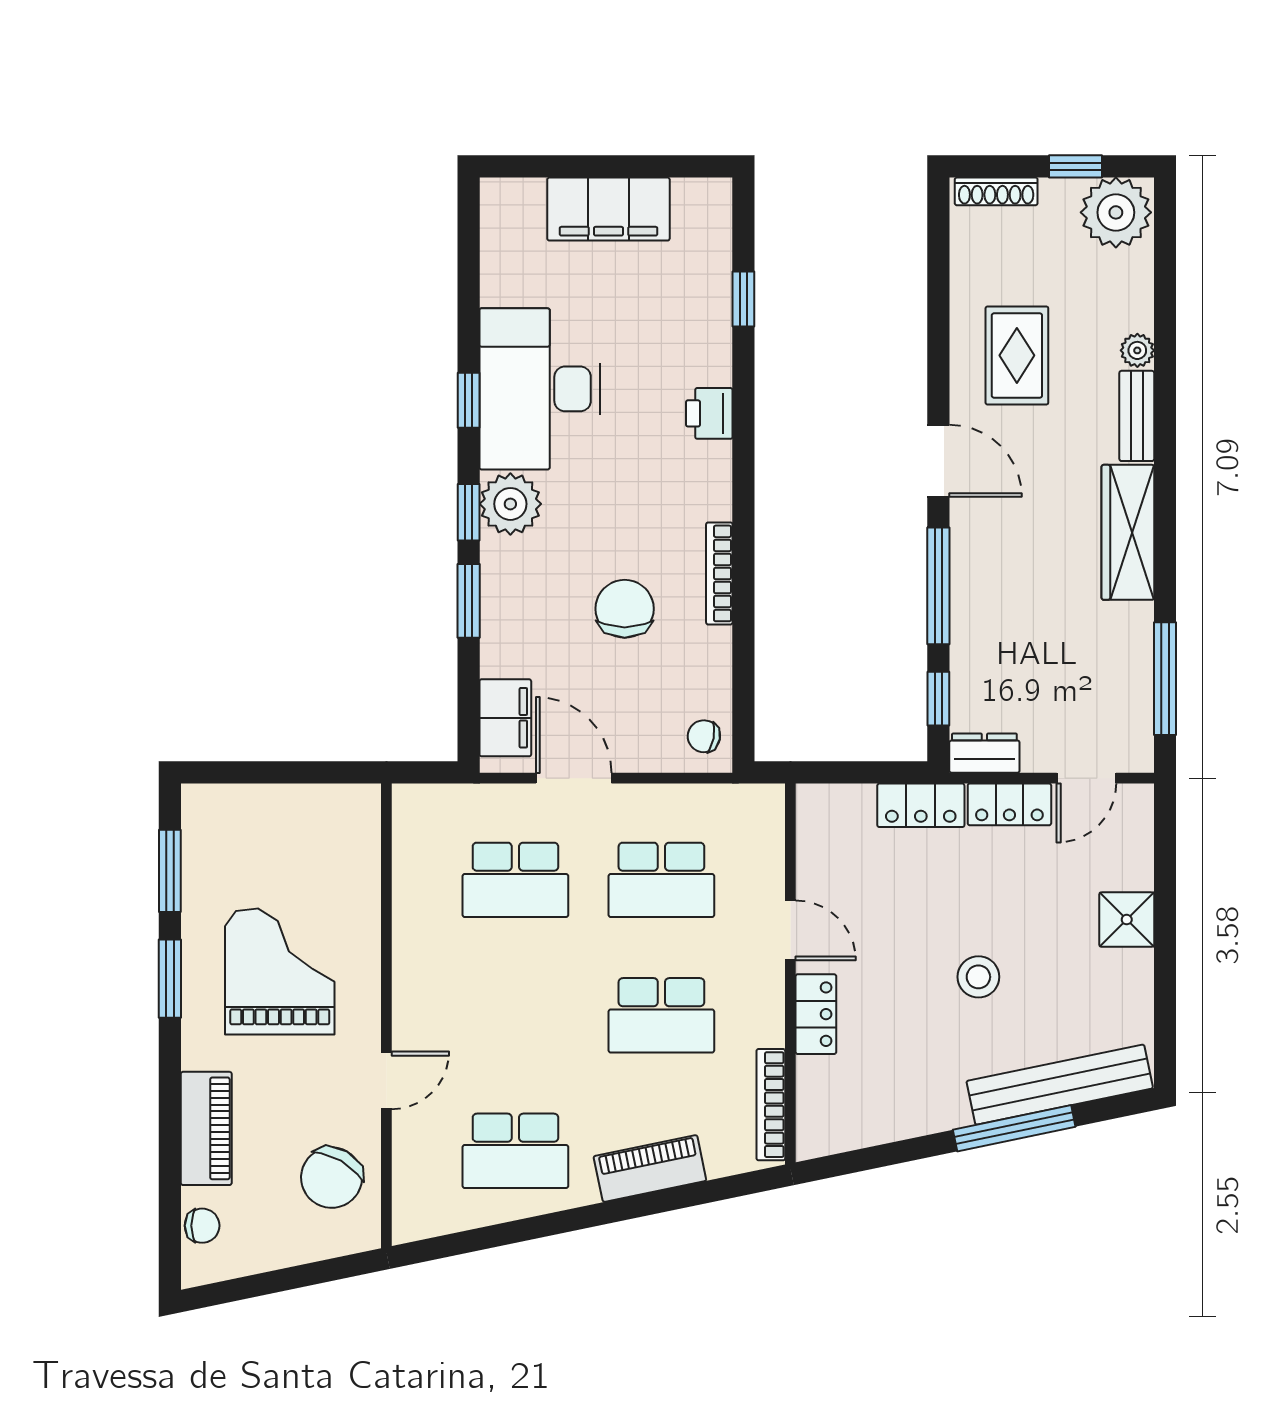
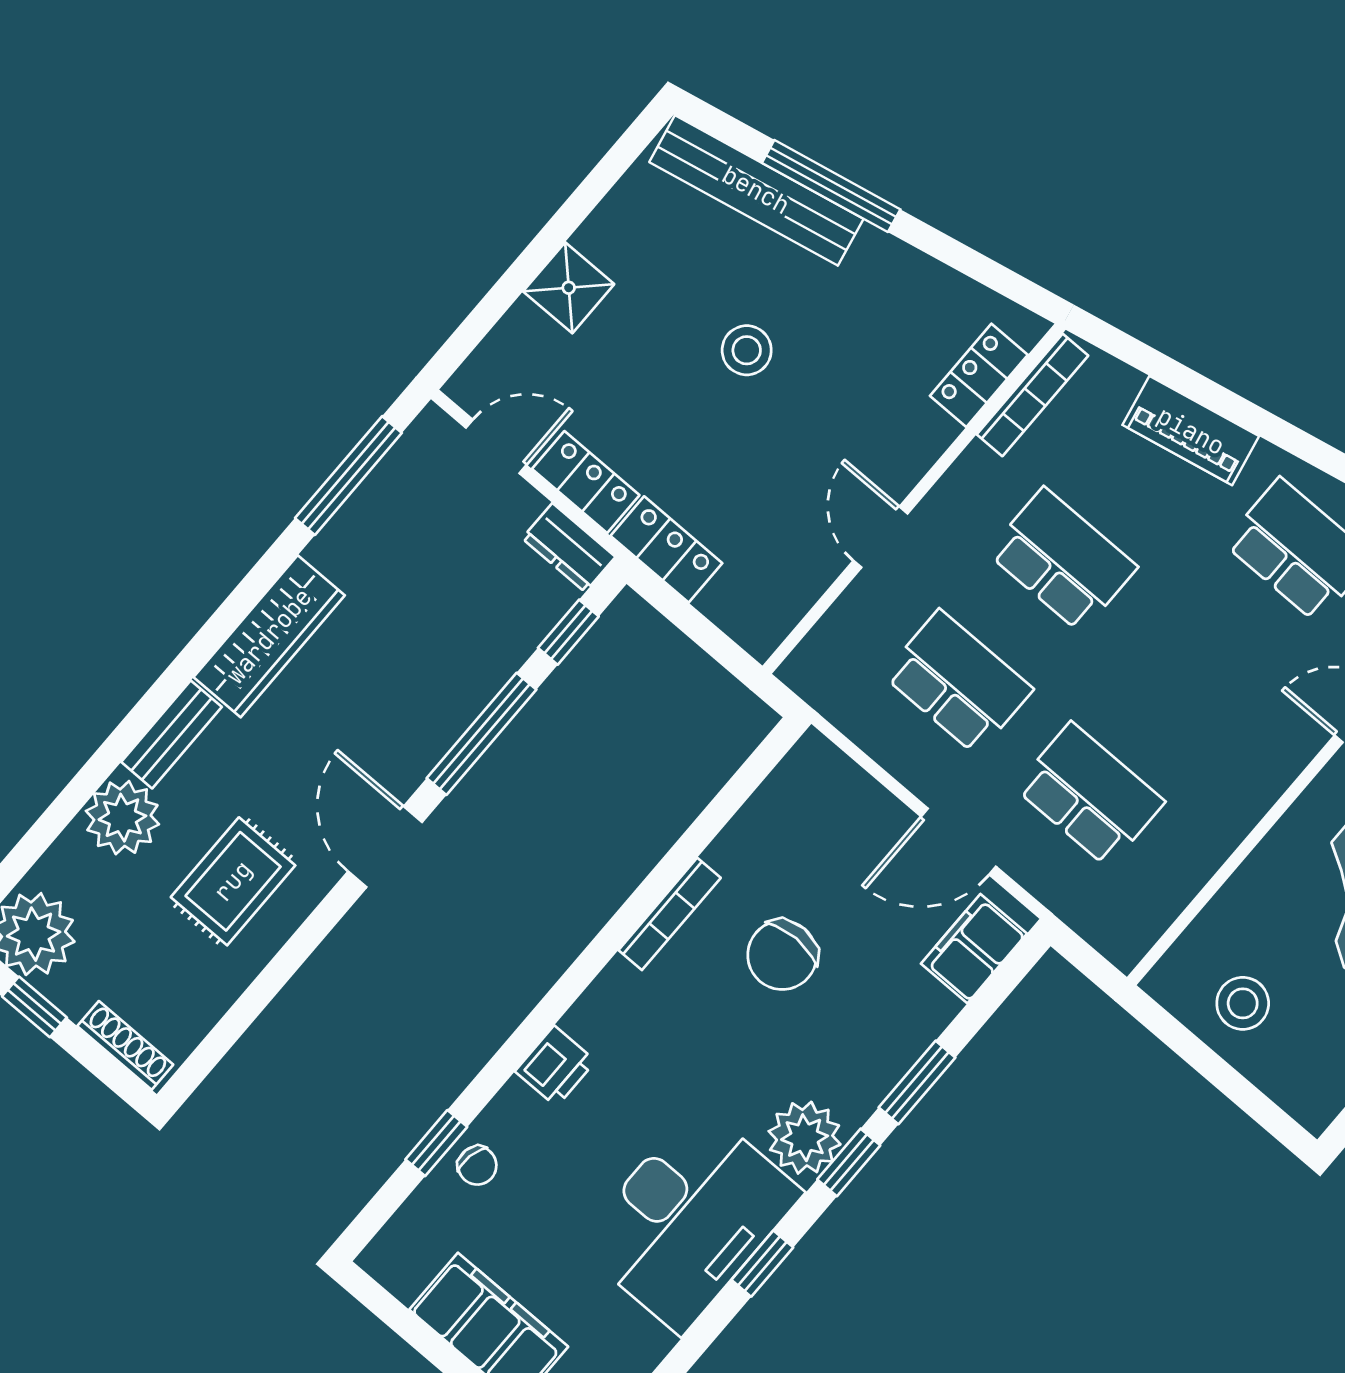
plant: (1137, 350) -> (122, 818), width x1.88, depth x1.88
chair: (704, 736) -> (477, 1166), moved
door: (574, 778) -> (959, 841), hinge flipped
stool: (303, 830) -> (1243, 1003), added
locker: (816, 1014) -> (979, 375), moved

